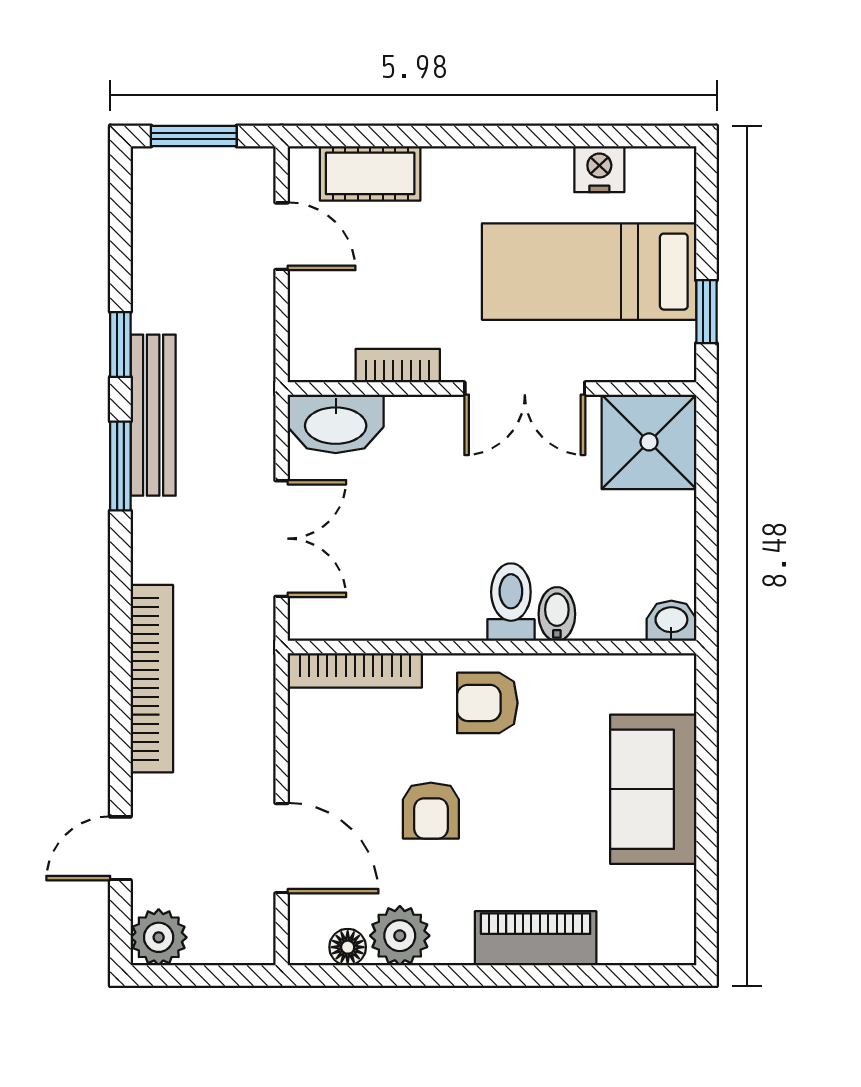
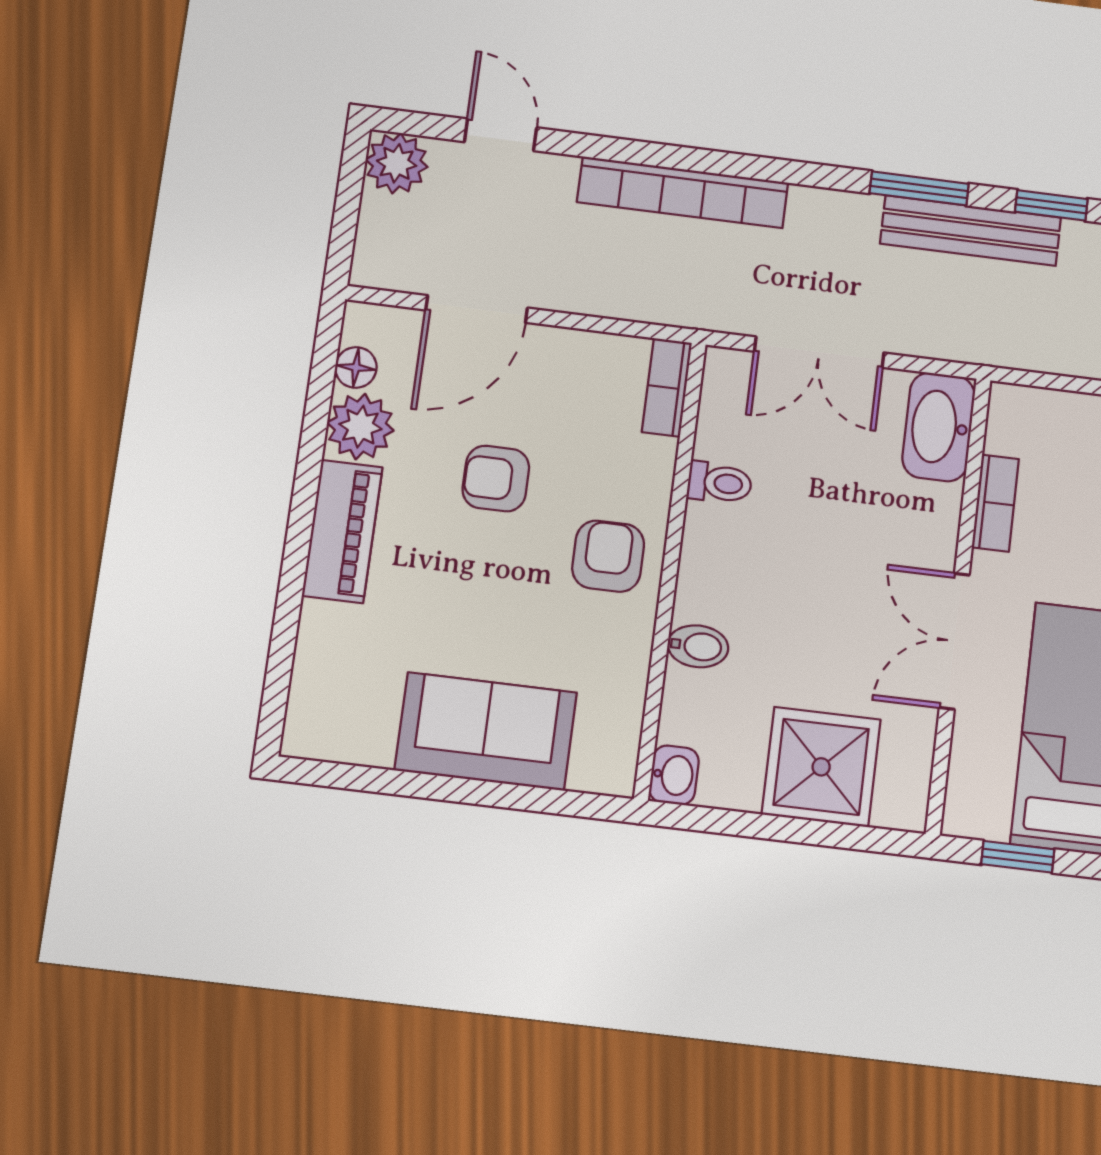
shower: (649, 442) -> (821, 767), moved
toilet: (511, 602) -> (720, 483), moved, width x0.73, depth x0.72
bookcase: (355, 670) -> (667, 387), width x0.64
piano: (536, 938) -> (342, 531), moved

